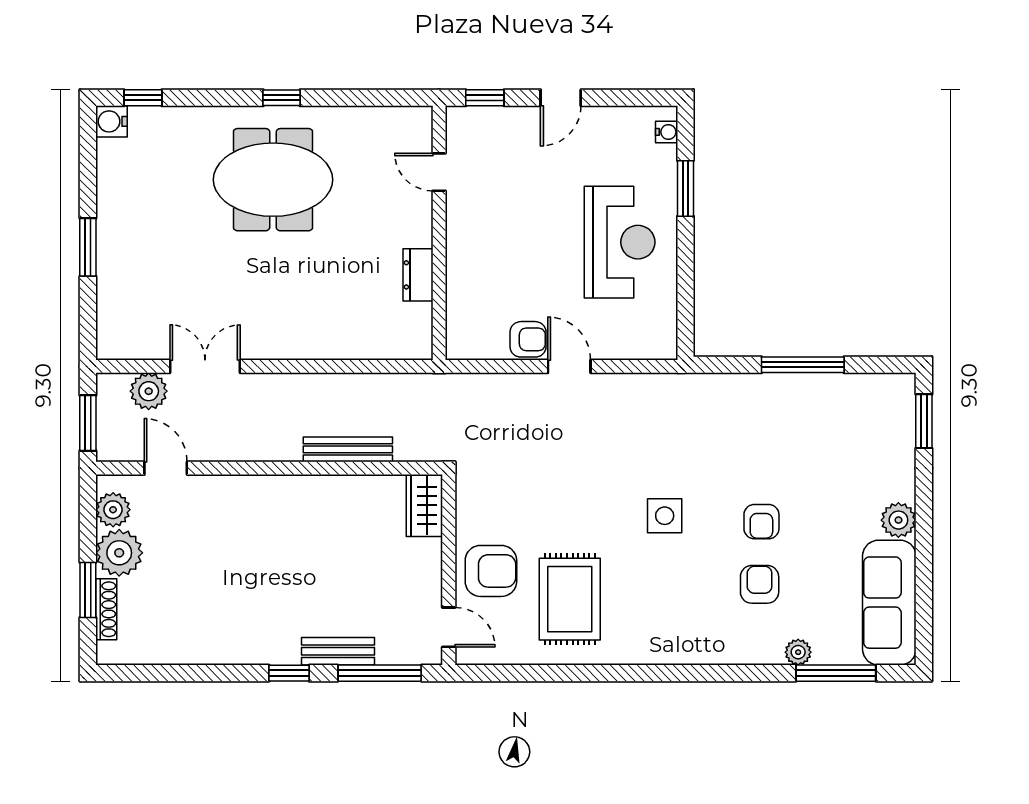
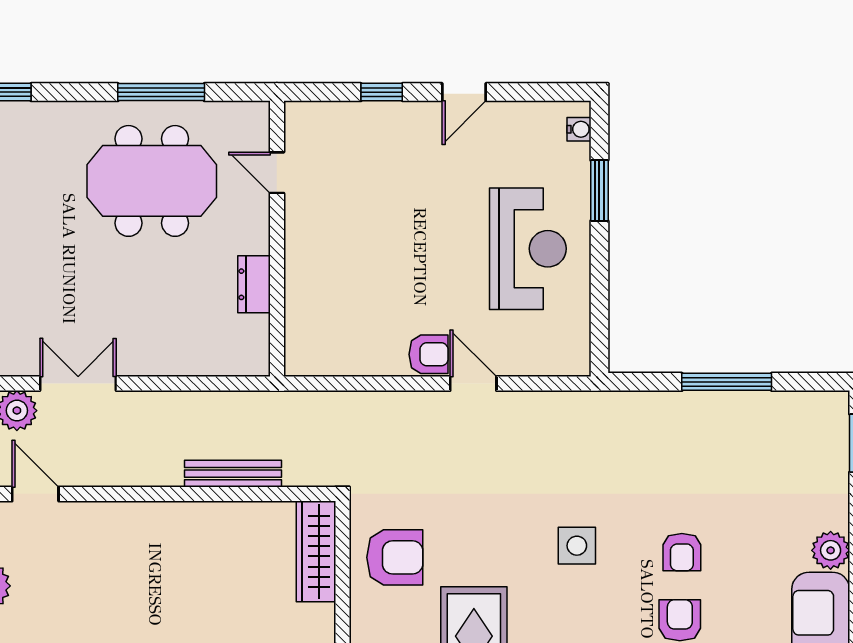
window: (282, 98) -> (161, 92), width x2.17
door: (439, 172) -> (277, 173), moved
wall: (439, 233) -> (277, 239), moved
dresser: (418, 275) -> (254, 284), moved
wardrobe: (424, 505) -> (316, 551), width x1.50
armchair: (491, 571) -> (395, 557), moved

